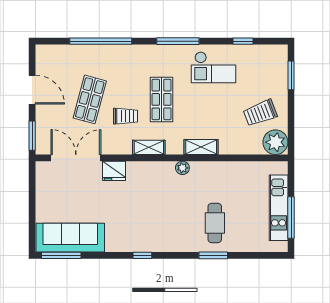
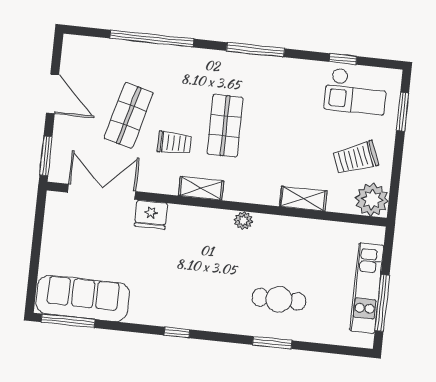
checkout: (214, 67) -> (356, 91), moved
shelving: (201, 147) -> (303, 199), moved
cafe table: (215, 223) -> (279, 299), turned 90

